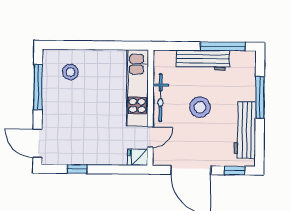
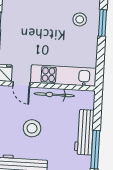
window: (73, 45) -> (103, 23), added
stool: (200, 107) -> (32, 128), moved

